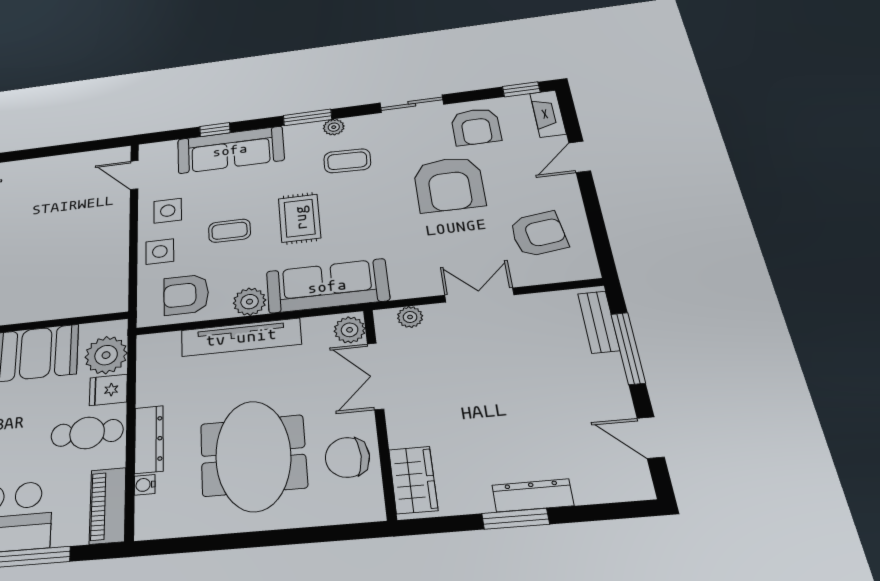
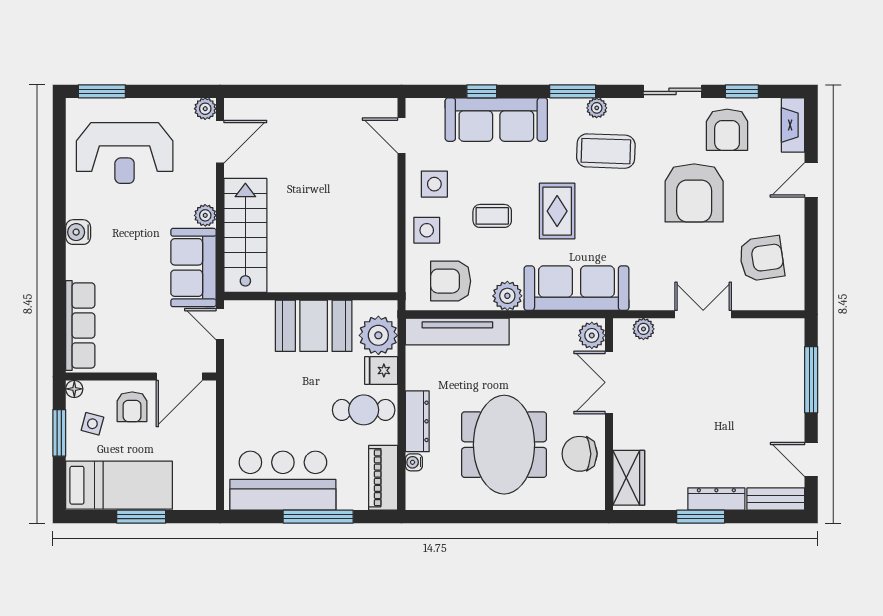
window: (521, 89) -> (742, 91), moved
coffee table: (347, 161) -> (606, 151), width x1.36, depth x1.30
bench: (599, 322) -> (776, 499), moved, turned 90
tv unit: (241, 337) -> (457, 331), moved

